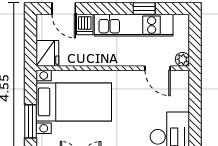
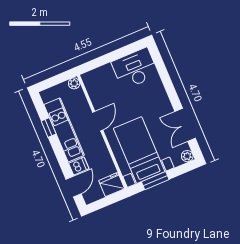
door: (158, 68) -> (98, 121), moved
window: (31, 121) -> (155, 181), moved

